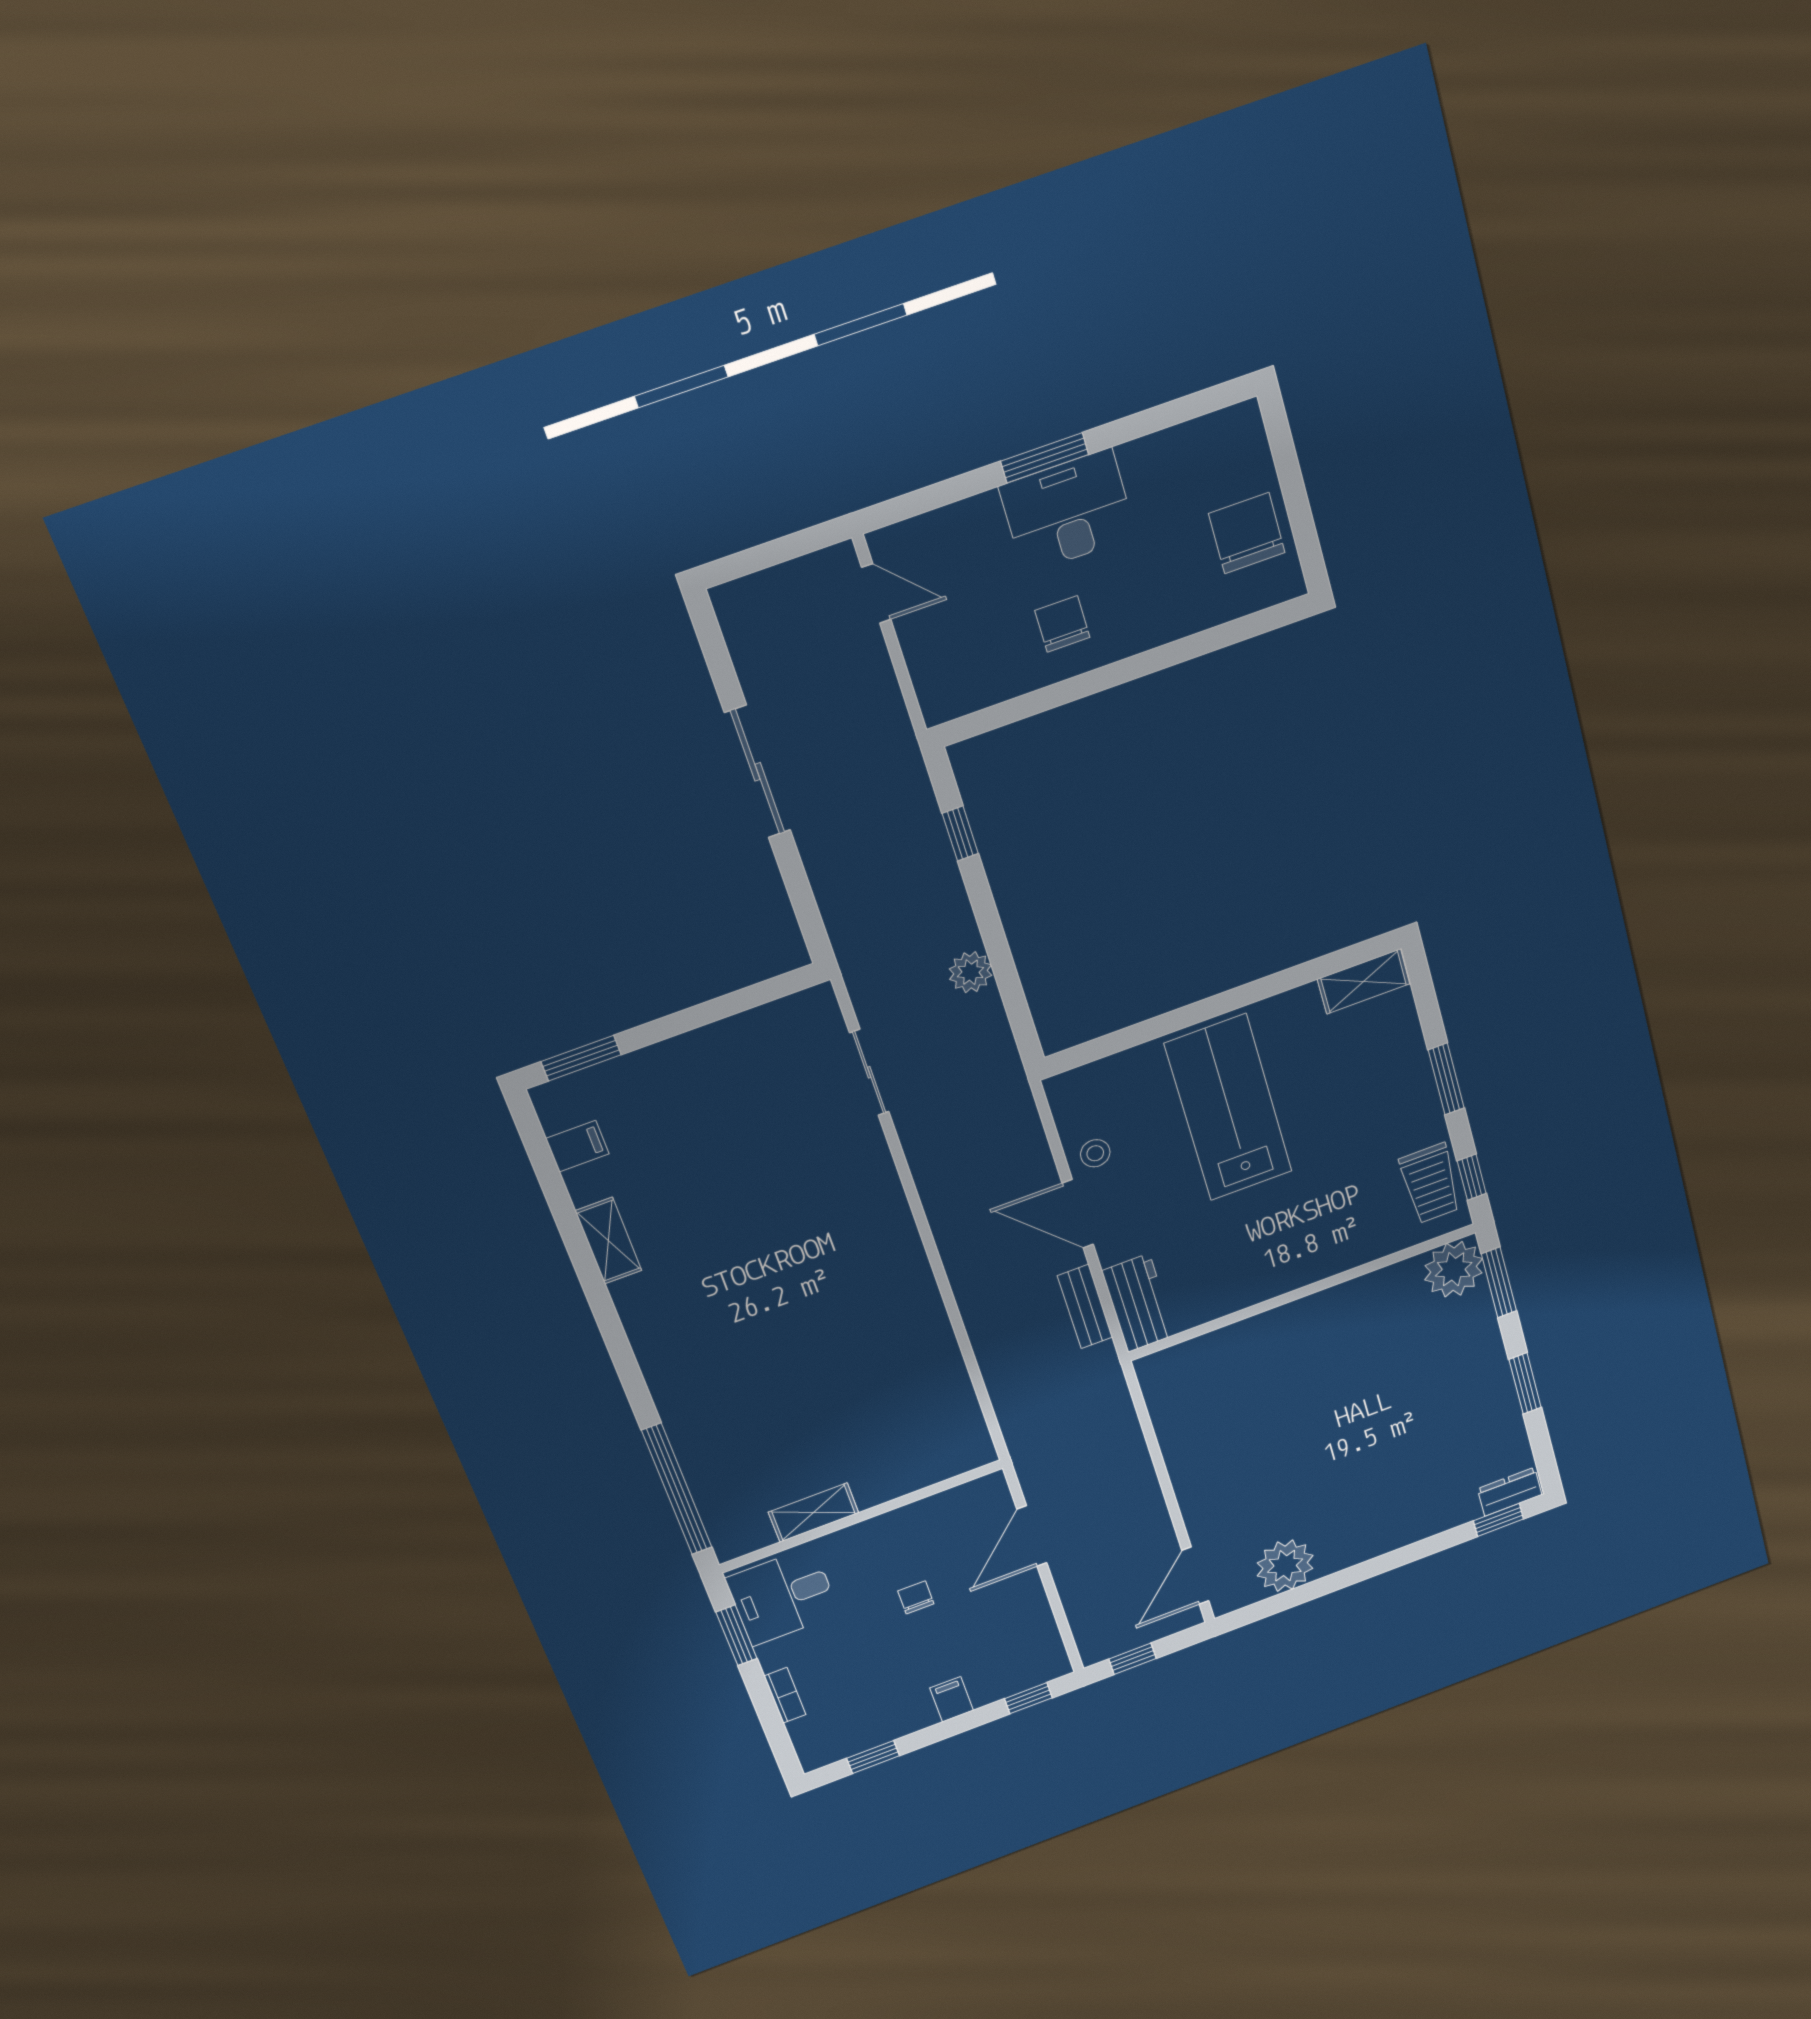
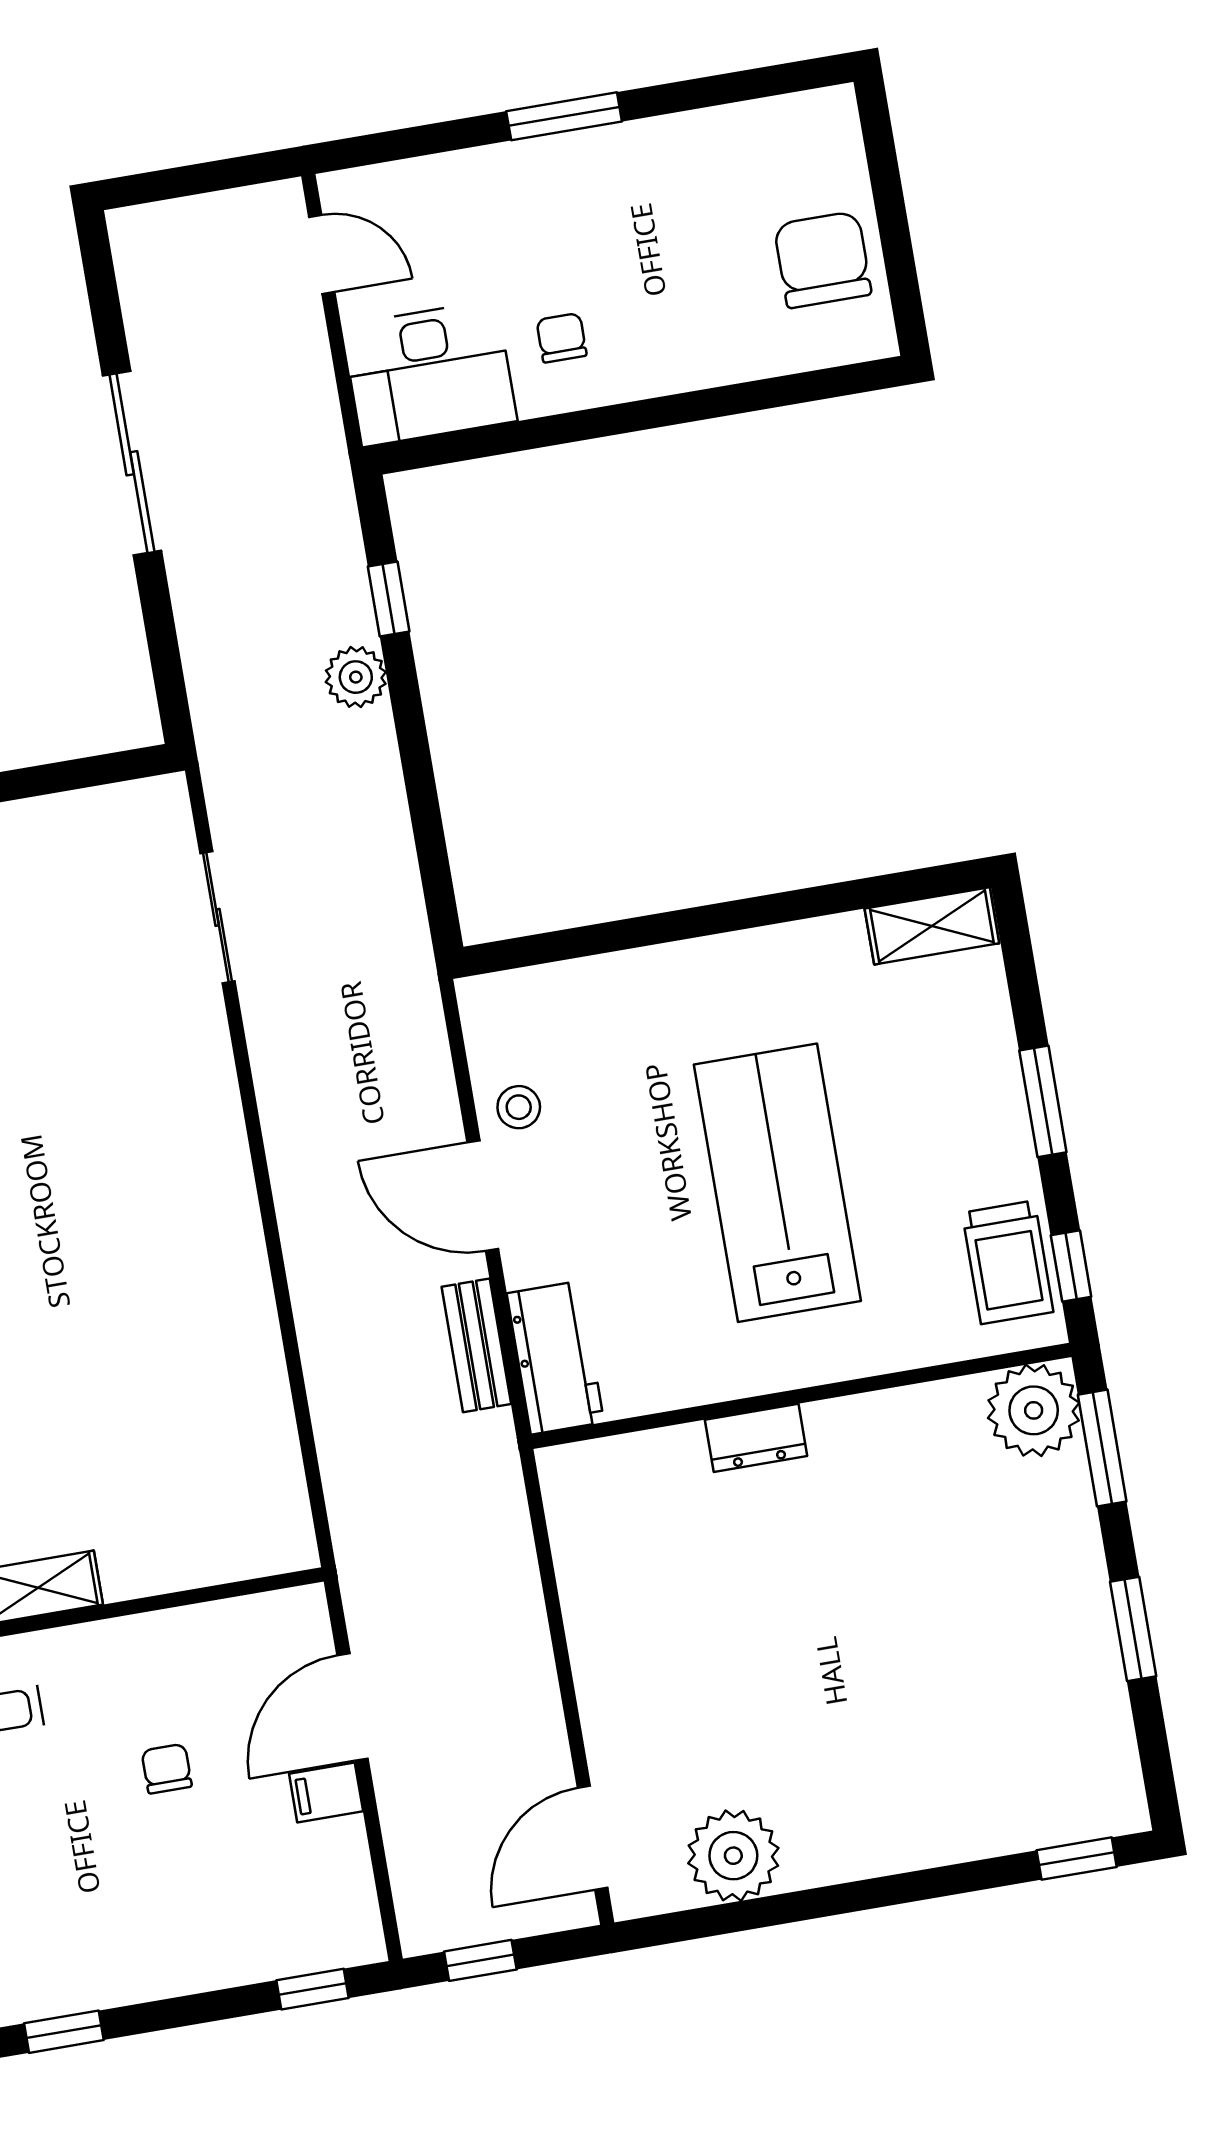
desk: (1068, 511) -> (429, 373), moved, turned 180
chair: (1062, 624) -> (562, 338), width x0.73, depth x0.73
plant: (970, 972) -> (356, 677), moved
lab bench: (1228, 1108) -> (777, 1183), moved
dresser: (1510, 1492) -> (756, 1438), moved, turned 180
filing cabinet: (952, 1699) -> (326, 1793), moved, turned -90

